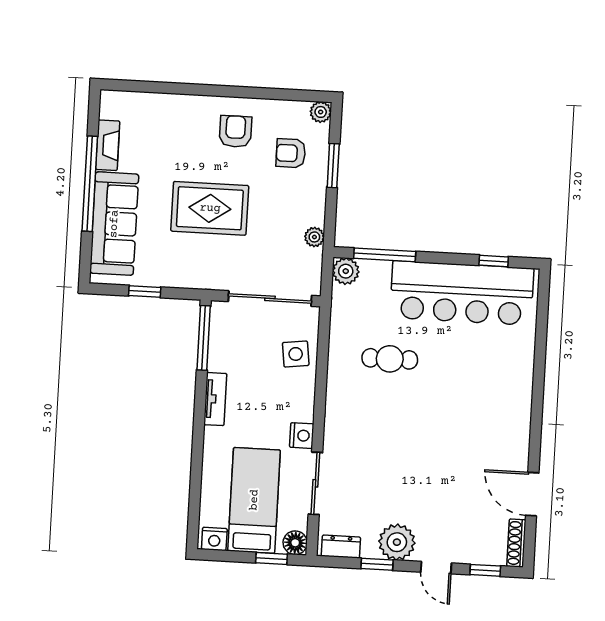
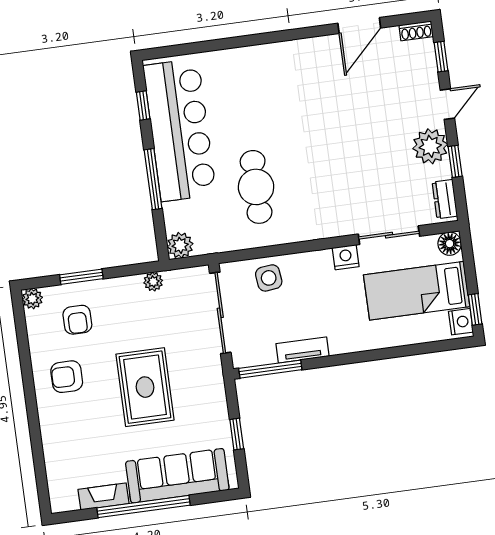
window: (385, 255) -> (153, 179), moved
cafe table: (390, 359) -> (256, 187), width x1.37, depth x1.35
tv unit: (215, 399) -> (303, 350), moved
shoe rack: (516, 543) -> (416, 31), width x0.70
window: (272, 558) -> (475, 309), moved

